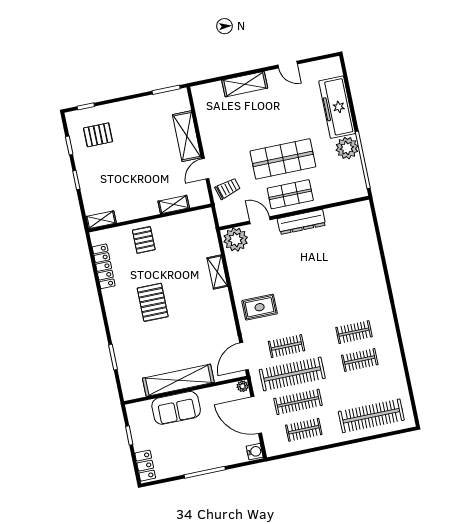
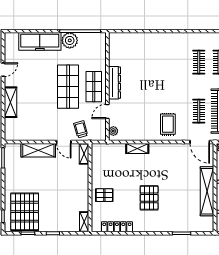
pallet: (98, 135) -> (25, 212), width x2.05, depth x2.00
shelving: (174, 204) -> (84, 154), moved
plant: (236, 239) -> (113, 131), width x0.53, depth x0.53
pallet: (153, 302) -> (149, 198), turned 90

